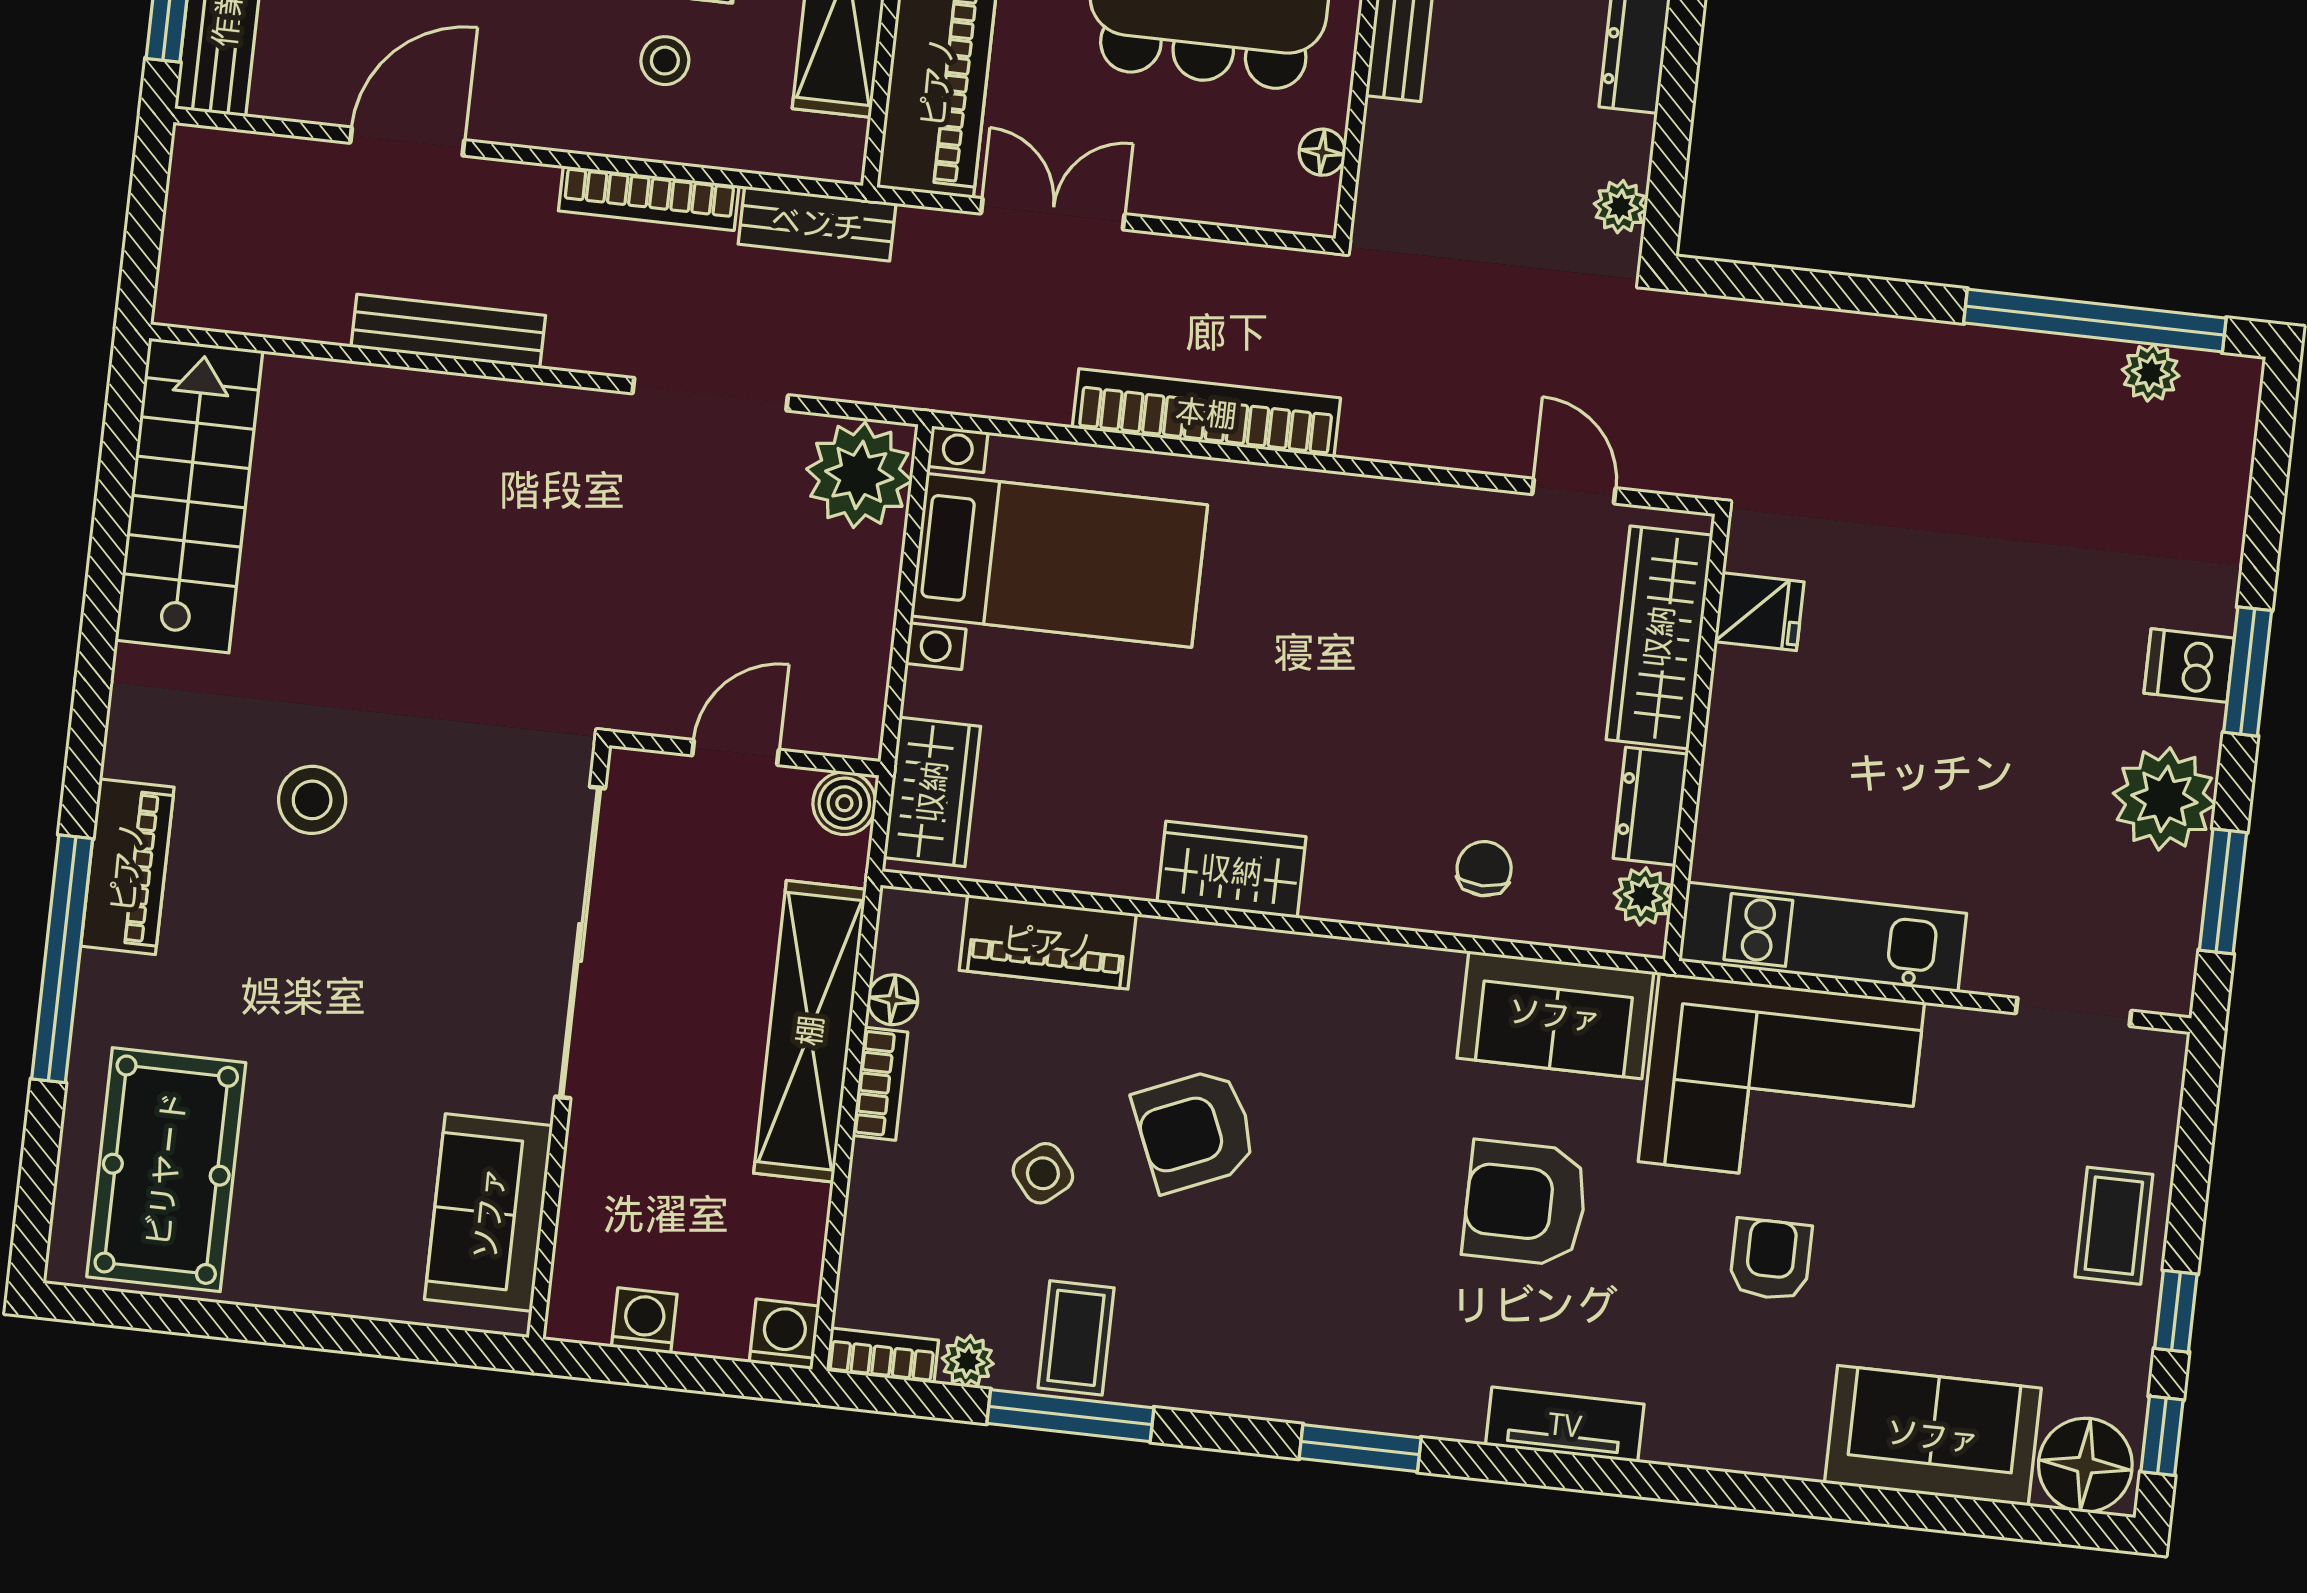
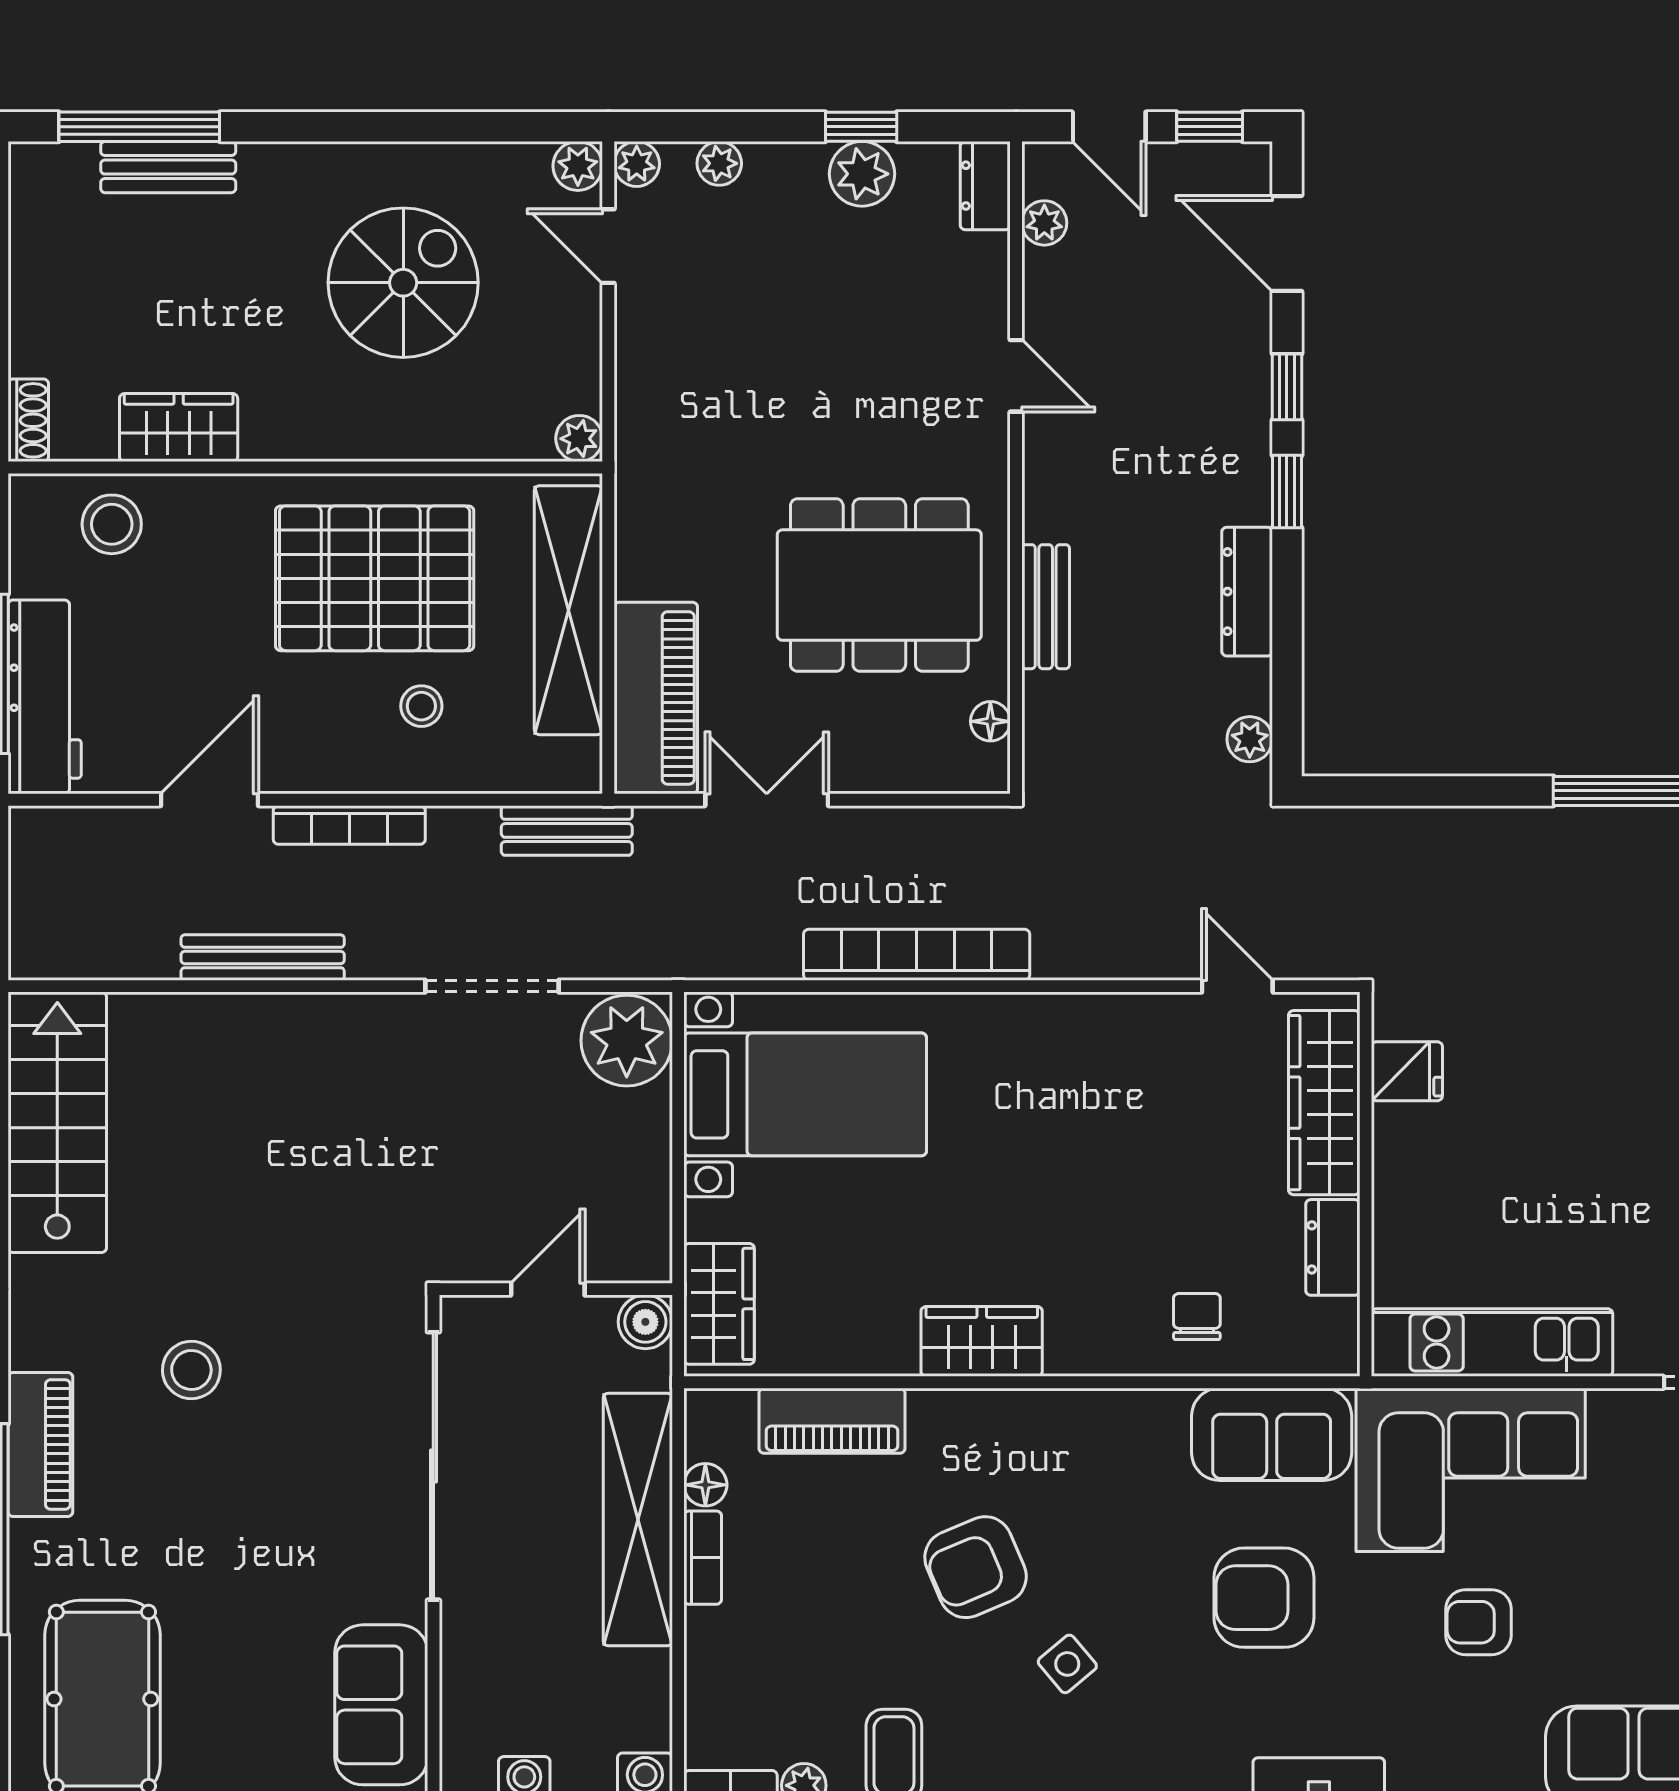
bookcase: (649, 198) -> (349, 825), moved
plant: (1643, 896) -> (1335, 1325), removed
side table: (1043, 1173) -> (1067, 1664), moved
armchair: (1771, 1259) -> (1478, 1622), turned -90

